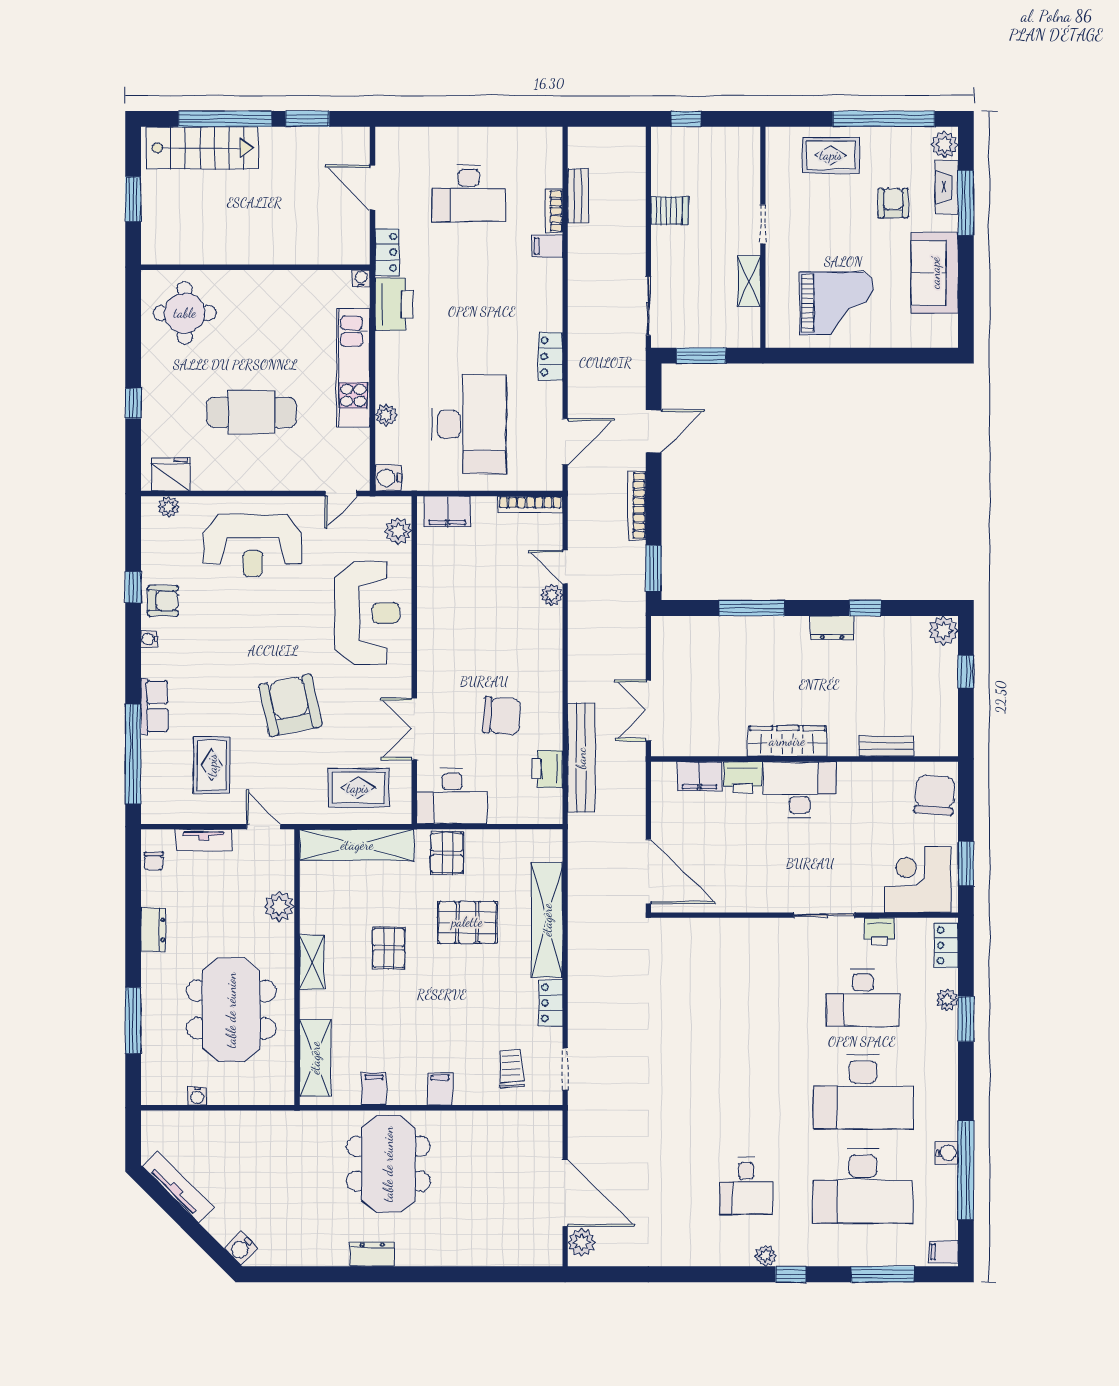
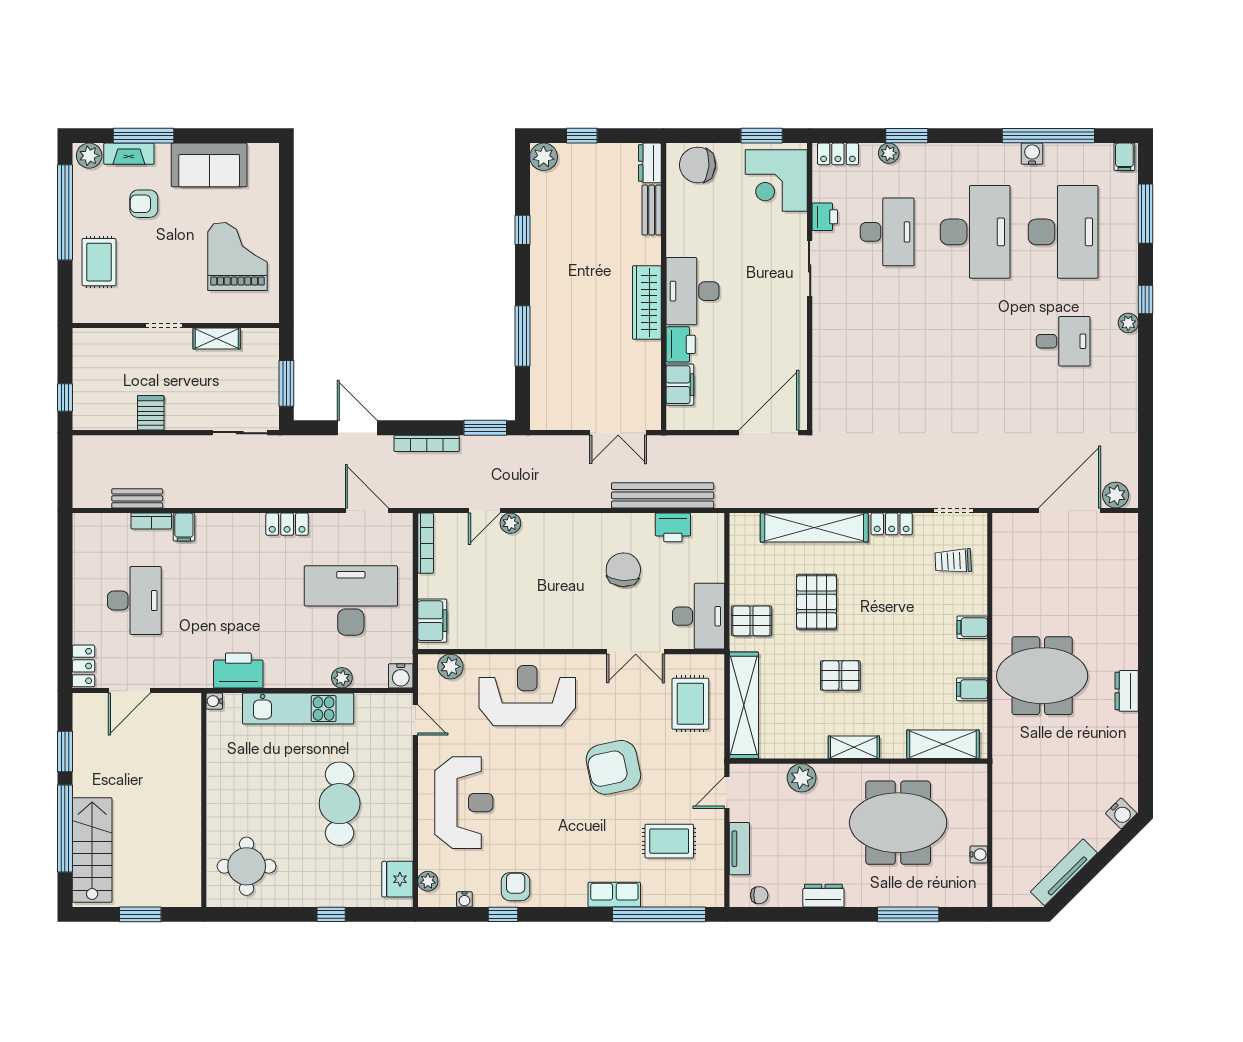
locker: (387, 252) -> (83, 666), moved, turned 90
dresser: (832, 628) -> (650, 163), moved, turned 180
water cooler: (149, 639) -> (464, 899), moved

